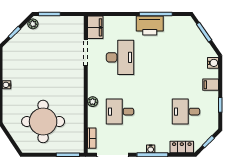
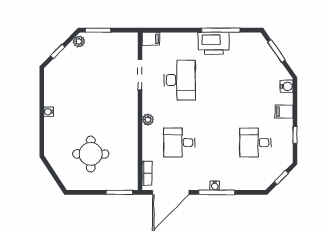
filing cabinet: (95, 27) -> (151, 39), width x0.50
plant: (93, 102) -> (148, 120), moved
round table: (43, 121) -> (91, 154), width x0.73, depth x0.73
locker: (182, 147) -> (251, 183), removed

